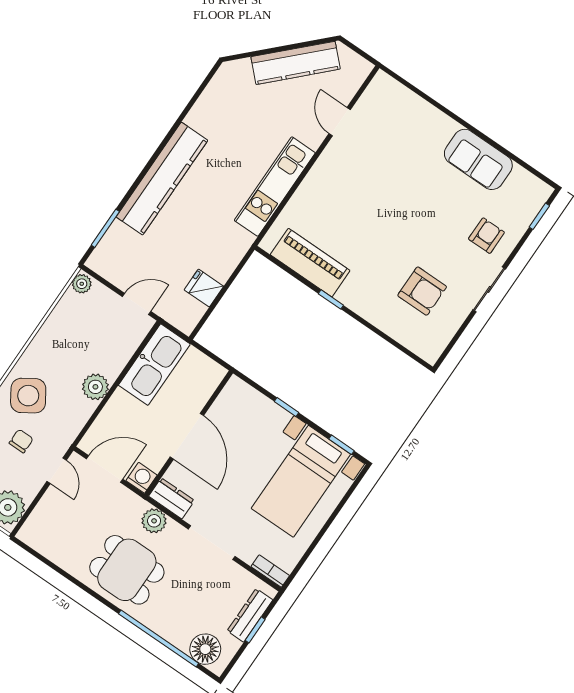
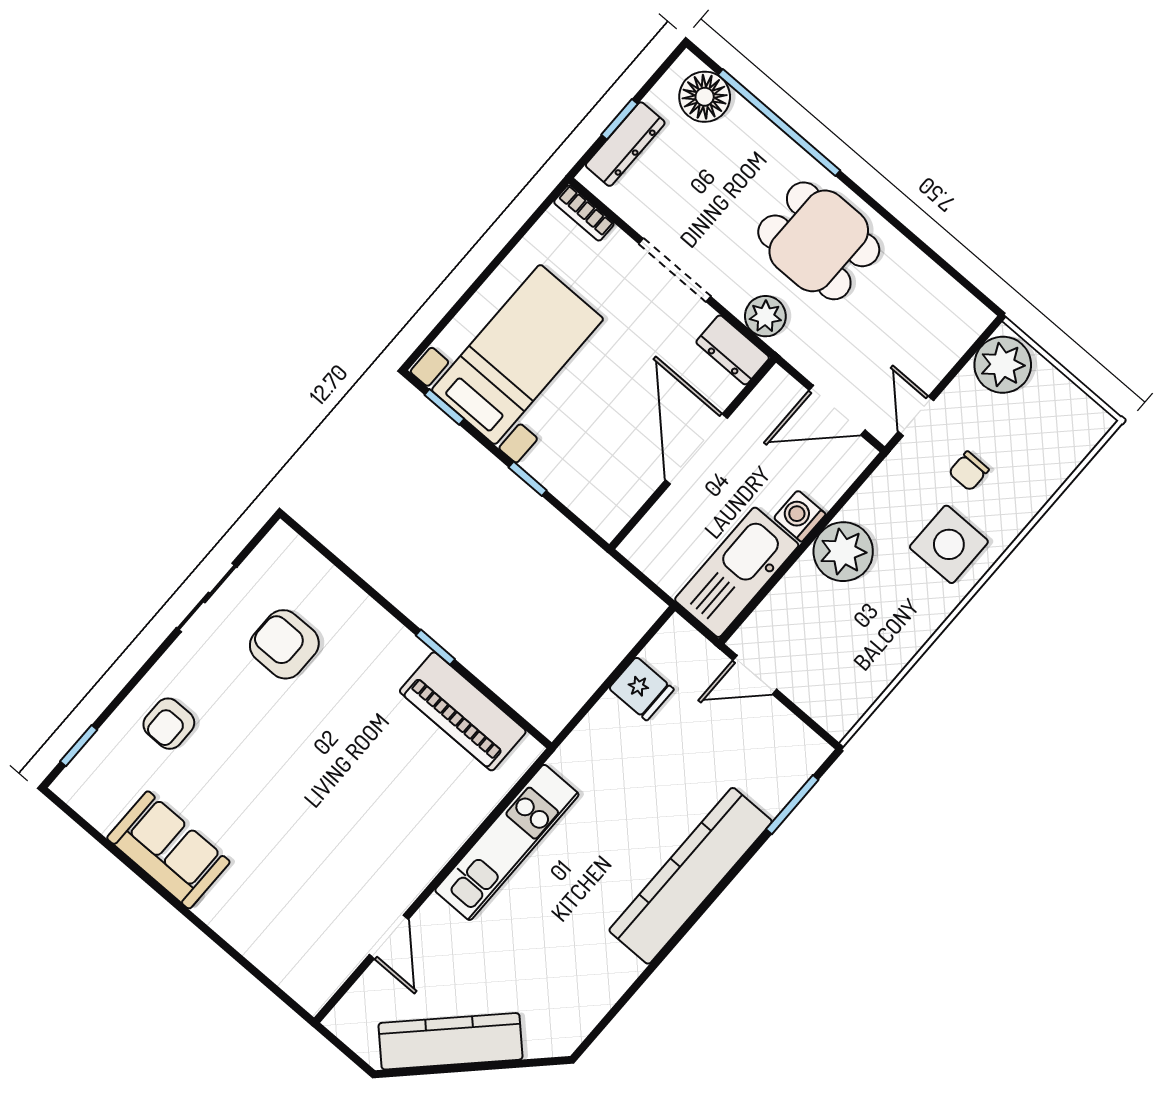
plant: (82, 284) -> (841, 718), removed
sliding door: (489, 289) -> (207, 597), moved
plant: (95, 387) -> (843, 552), width x1.36, depth x1.36
side table: (28, 396) -> (949, 544), turned 33
washing machine: (142, 478) -> (800, 516), moved, turned 90

